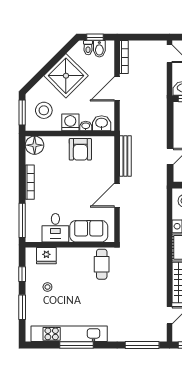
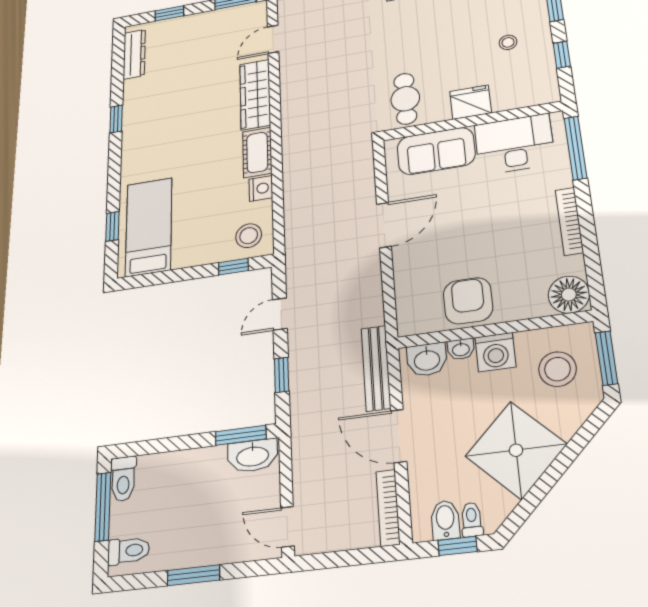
door: (117, 89) -> (399, 436), swing flipped
window: (170, 125) -> (282, 375), added
bench: (125, 156) -> (376, 368), moved
desk: (55, 228) -> (514, 144), width x1.37
fridge: (46, 256) -> (471, 102), moved

